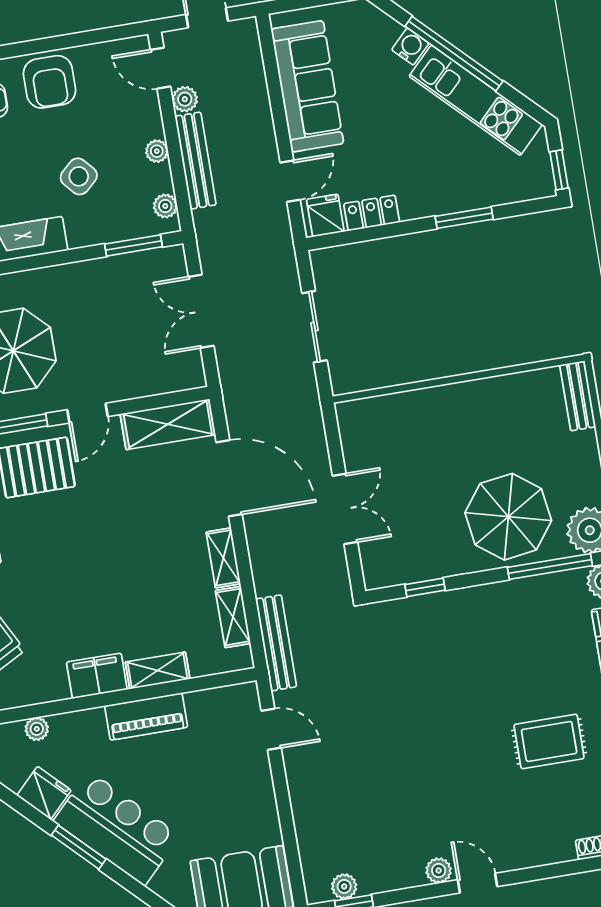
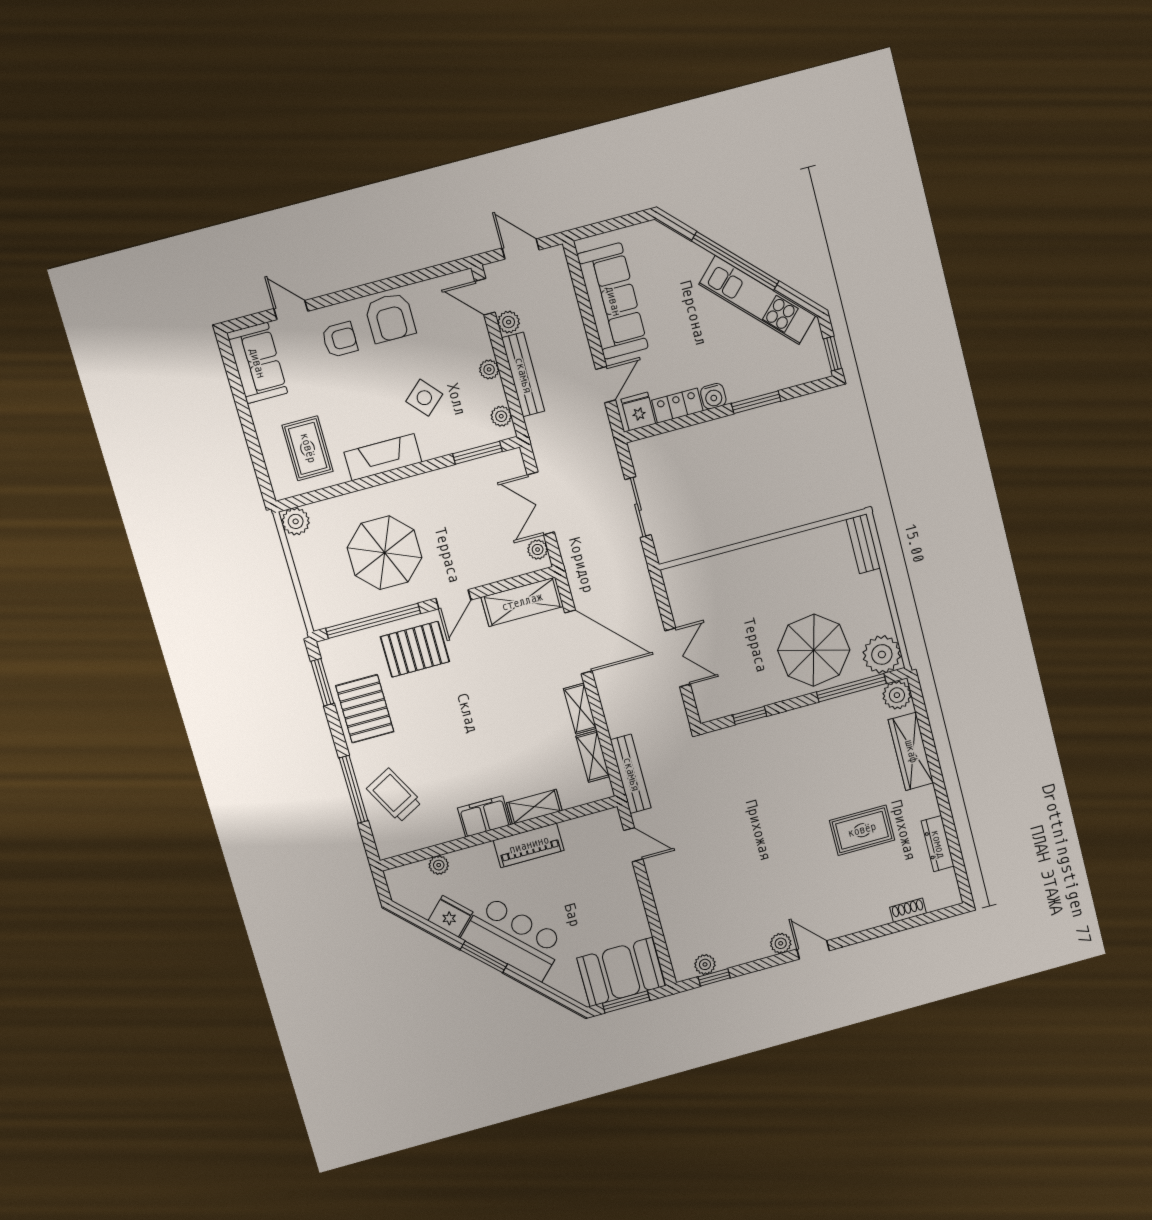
water cooler: (410, 47) -> (713, 396), moved, turned 135
plant: (192, 365) -> (538, 550), added

